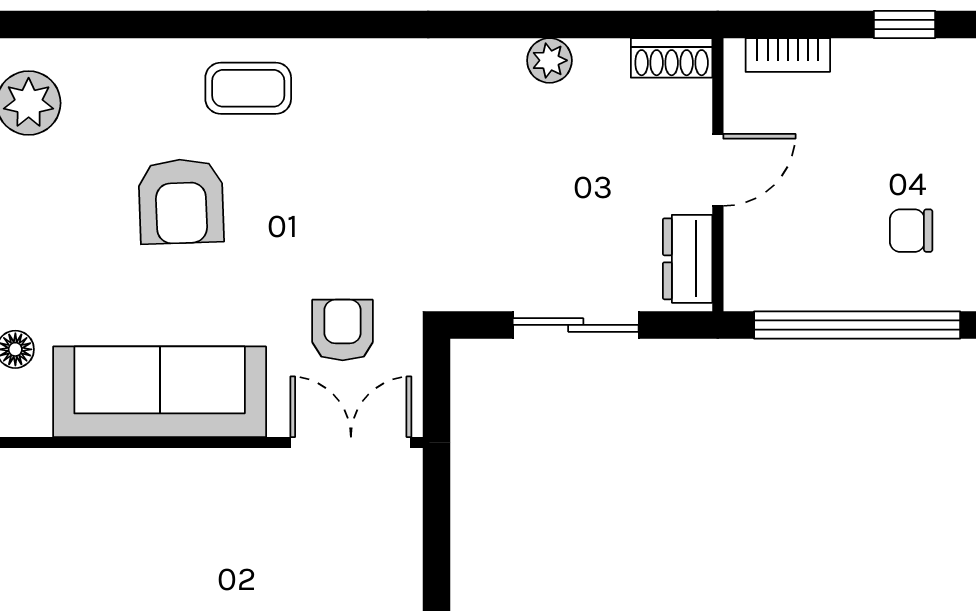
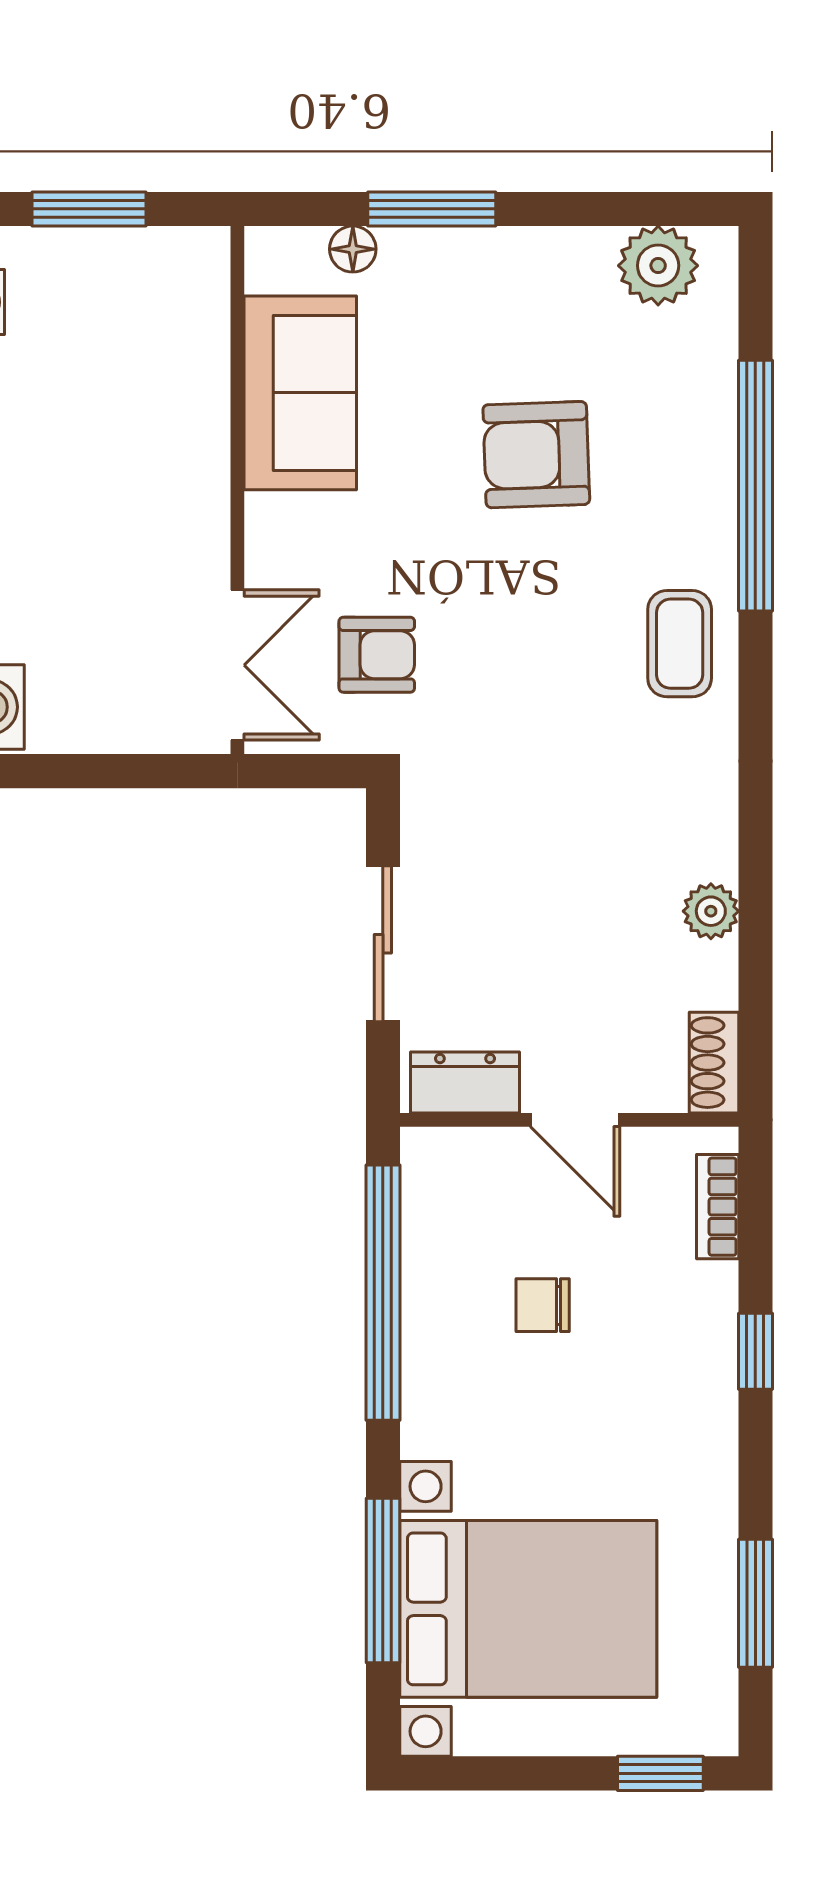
window: (206, 24) -> (755, 486), added
coffee table: (248, 88) -> (680, 644), moved
chair: (911, 231) -> (543, 1305), moved, turned -90
sofa: (160, 392) -> (300, 393), width x0.73

